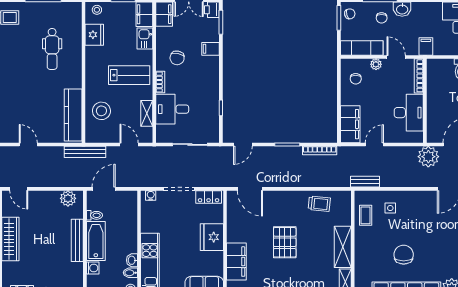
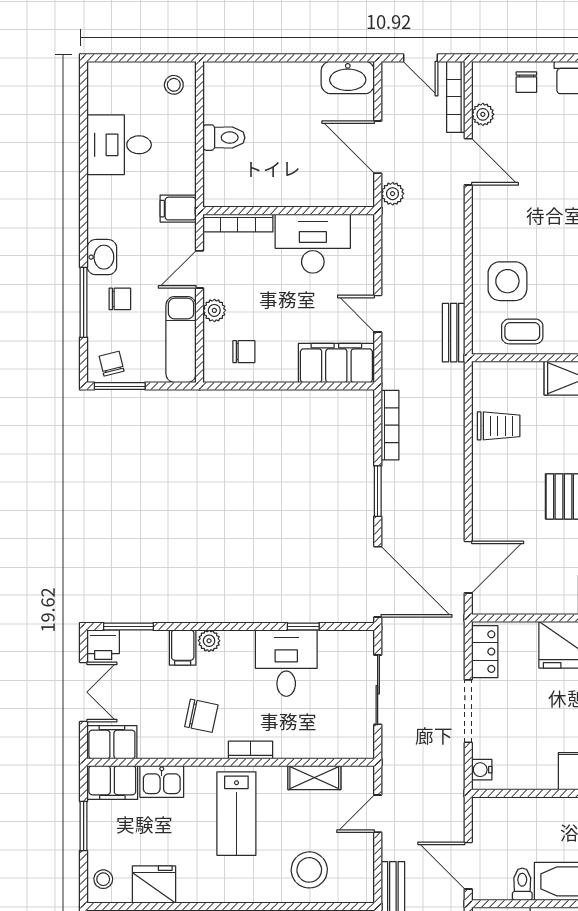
plant: (214, 62) -> (209, 641), added
lab bench: (129, 75) -> (236, 814), turned 180
desk: (172, 109) -> (286, 663), moved, turned 180
door: (243, 144) -> (378, 582), width x1.88
plant: (428, 157) -> (393, 194), width x0.53, depth x0.53
trolley: (319, 204) -> (499, 426), turned 84
side table: (390, 208) -> (507, 281), width x1.87, depth x1.87

